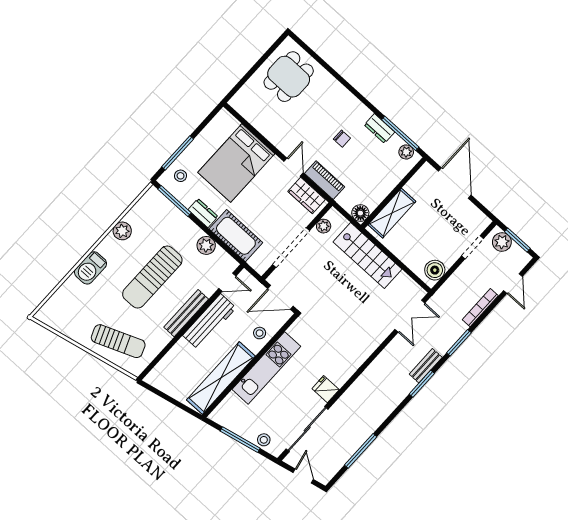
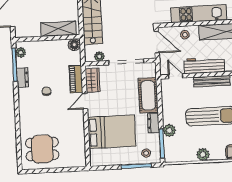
plant: (206, 245) -> (169, 130), moved

